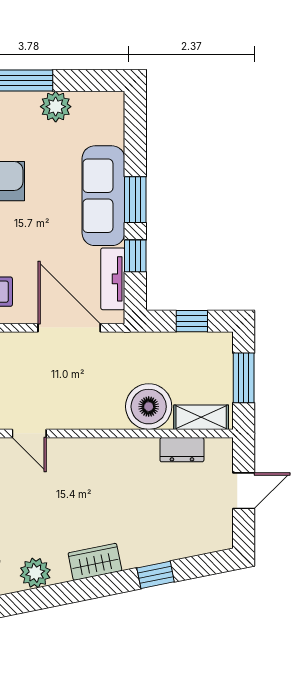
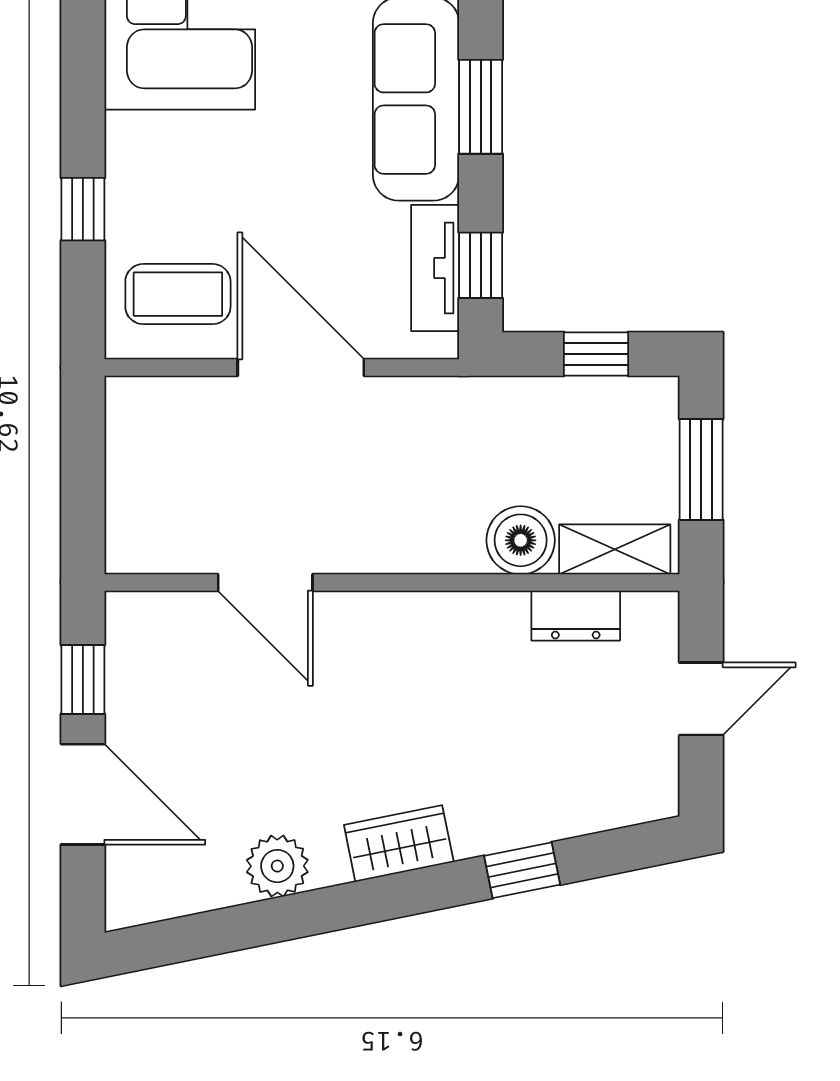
window: (135, 256) -> (481, 265), moved
door: (69, 328) -> (301, 367), moved
boiler: (149, 407) -> (521, 540), width x0.73, depth x0.73
door: (29, 433) -> (265, 583), width x1.37

